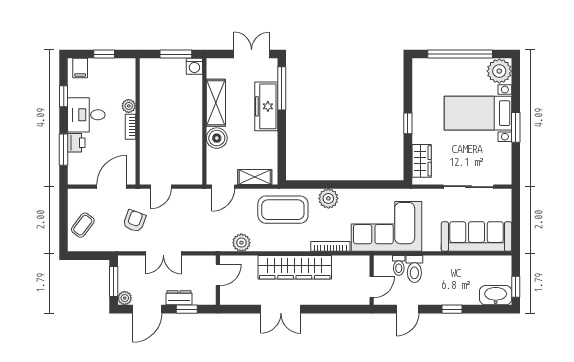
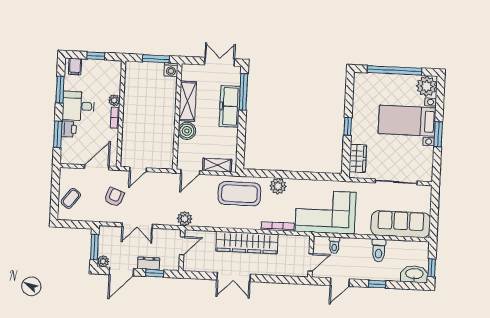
window: (64, 96) -> (60, 90), width x1.50
plant: (241, 243) -> (185, 219), moved
toilet: (414, 269) -> (379, 250), moved

